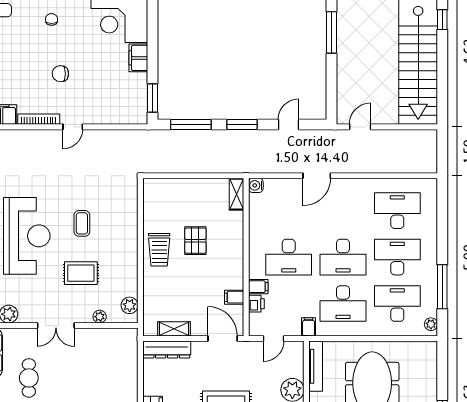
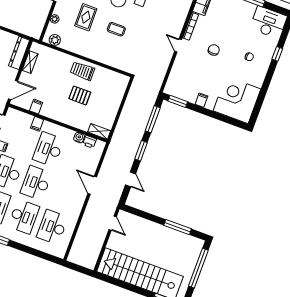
filing cabinet: (138, 58) -> (201, 100), width x0.50
water cooler: (256, 185) -> (79, 138), moved
desk: (397, 211) -> (52, 227), turned 180
printer: (256, 304) -> (90, 142), moved

